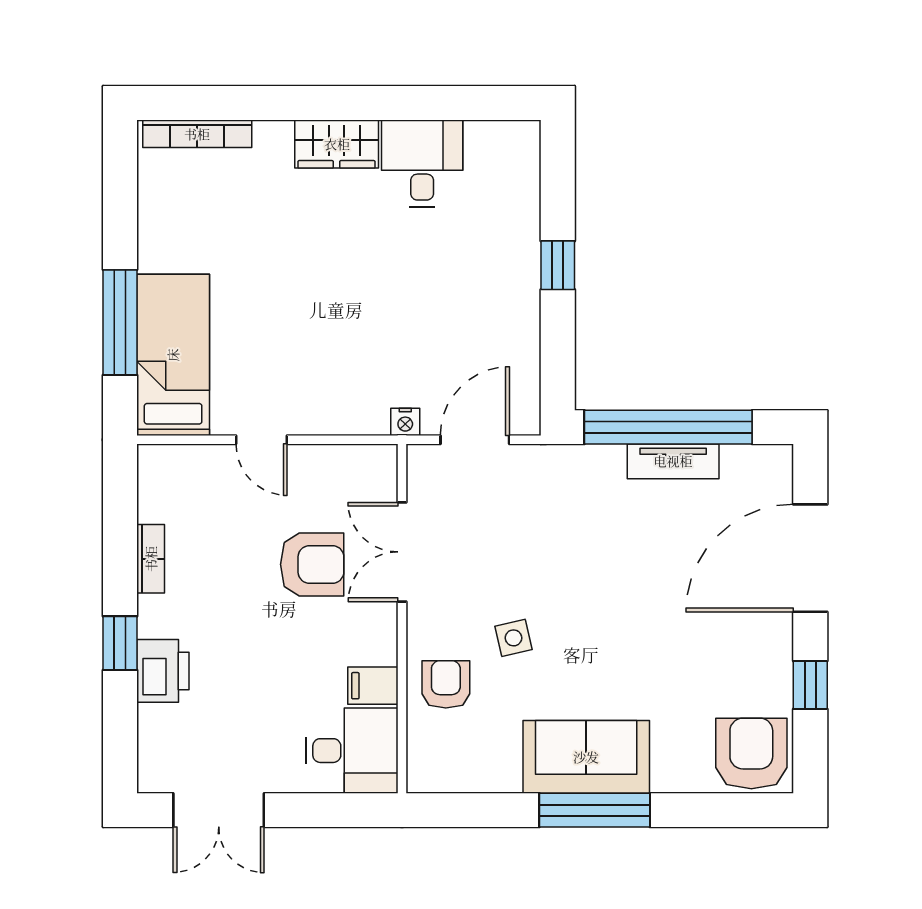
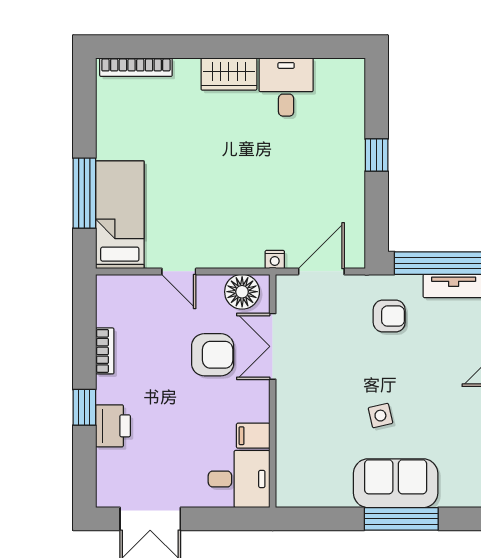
floor lamp: (356, 470) -> (242, 292), added
side table: (513, 638) -> (380, 416), moved
armchair: (446, 684) -> (389, 316), moved, turned 90

